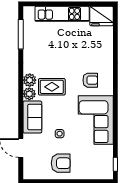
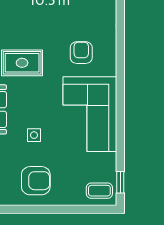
armchair: (90, 80) -> (81, 53), turned -90
coffee table: (102, 170) -> (99, 191), added

